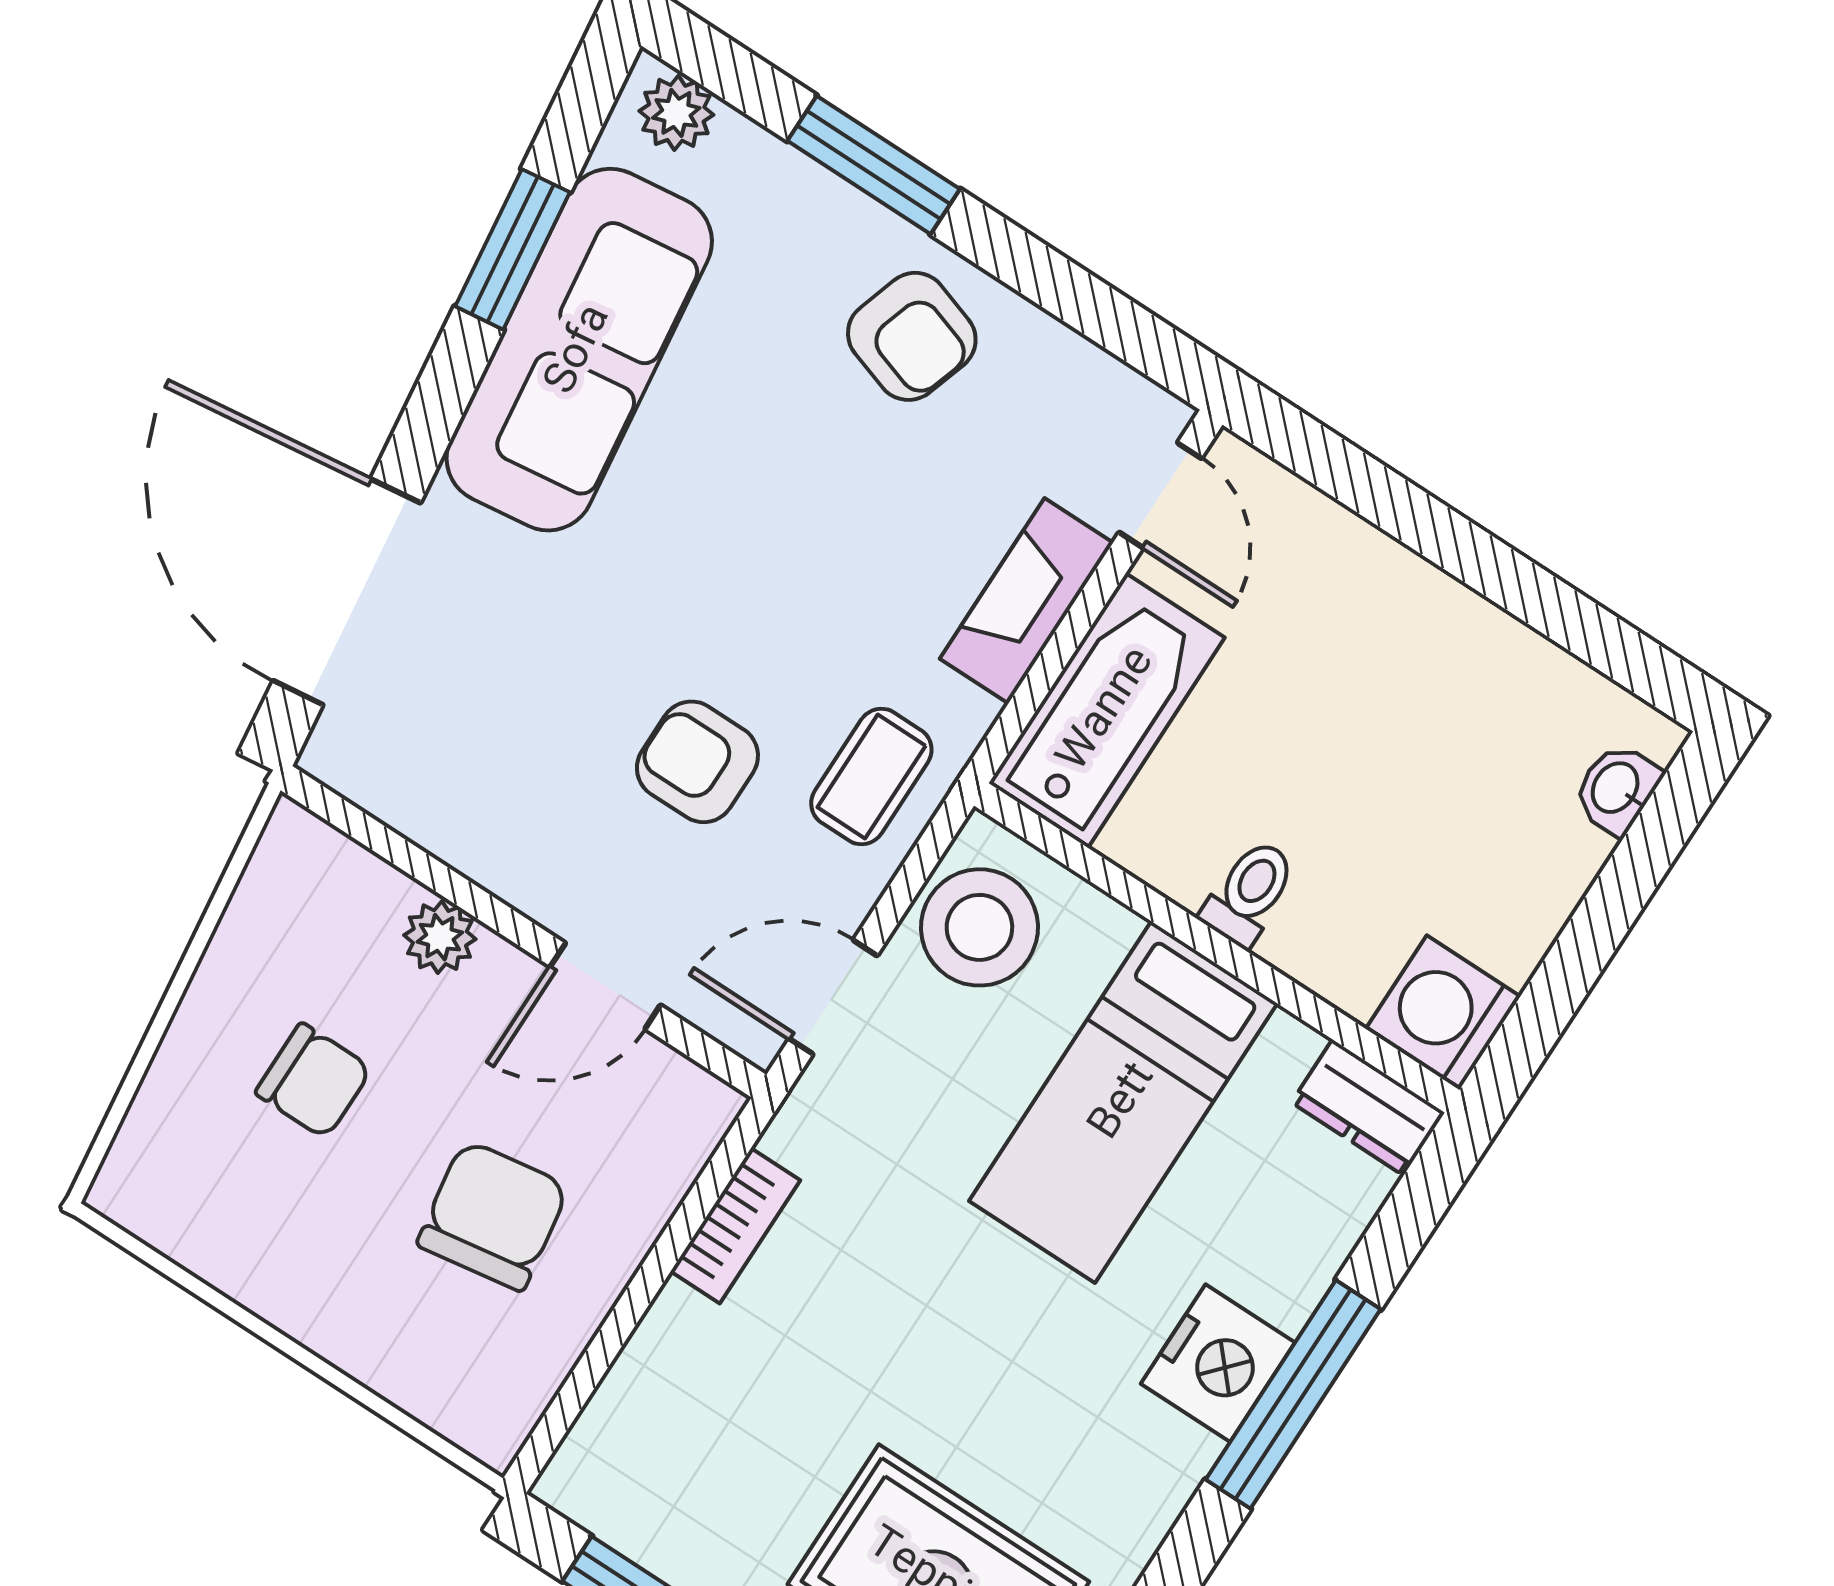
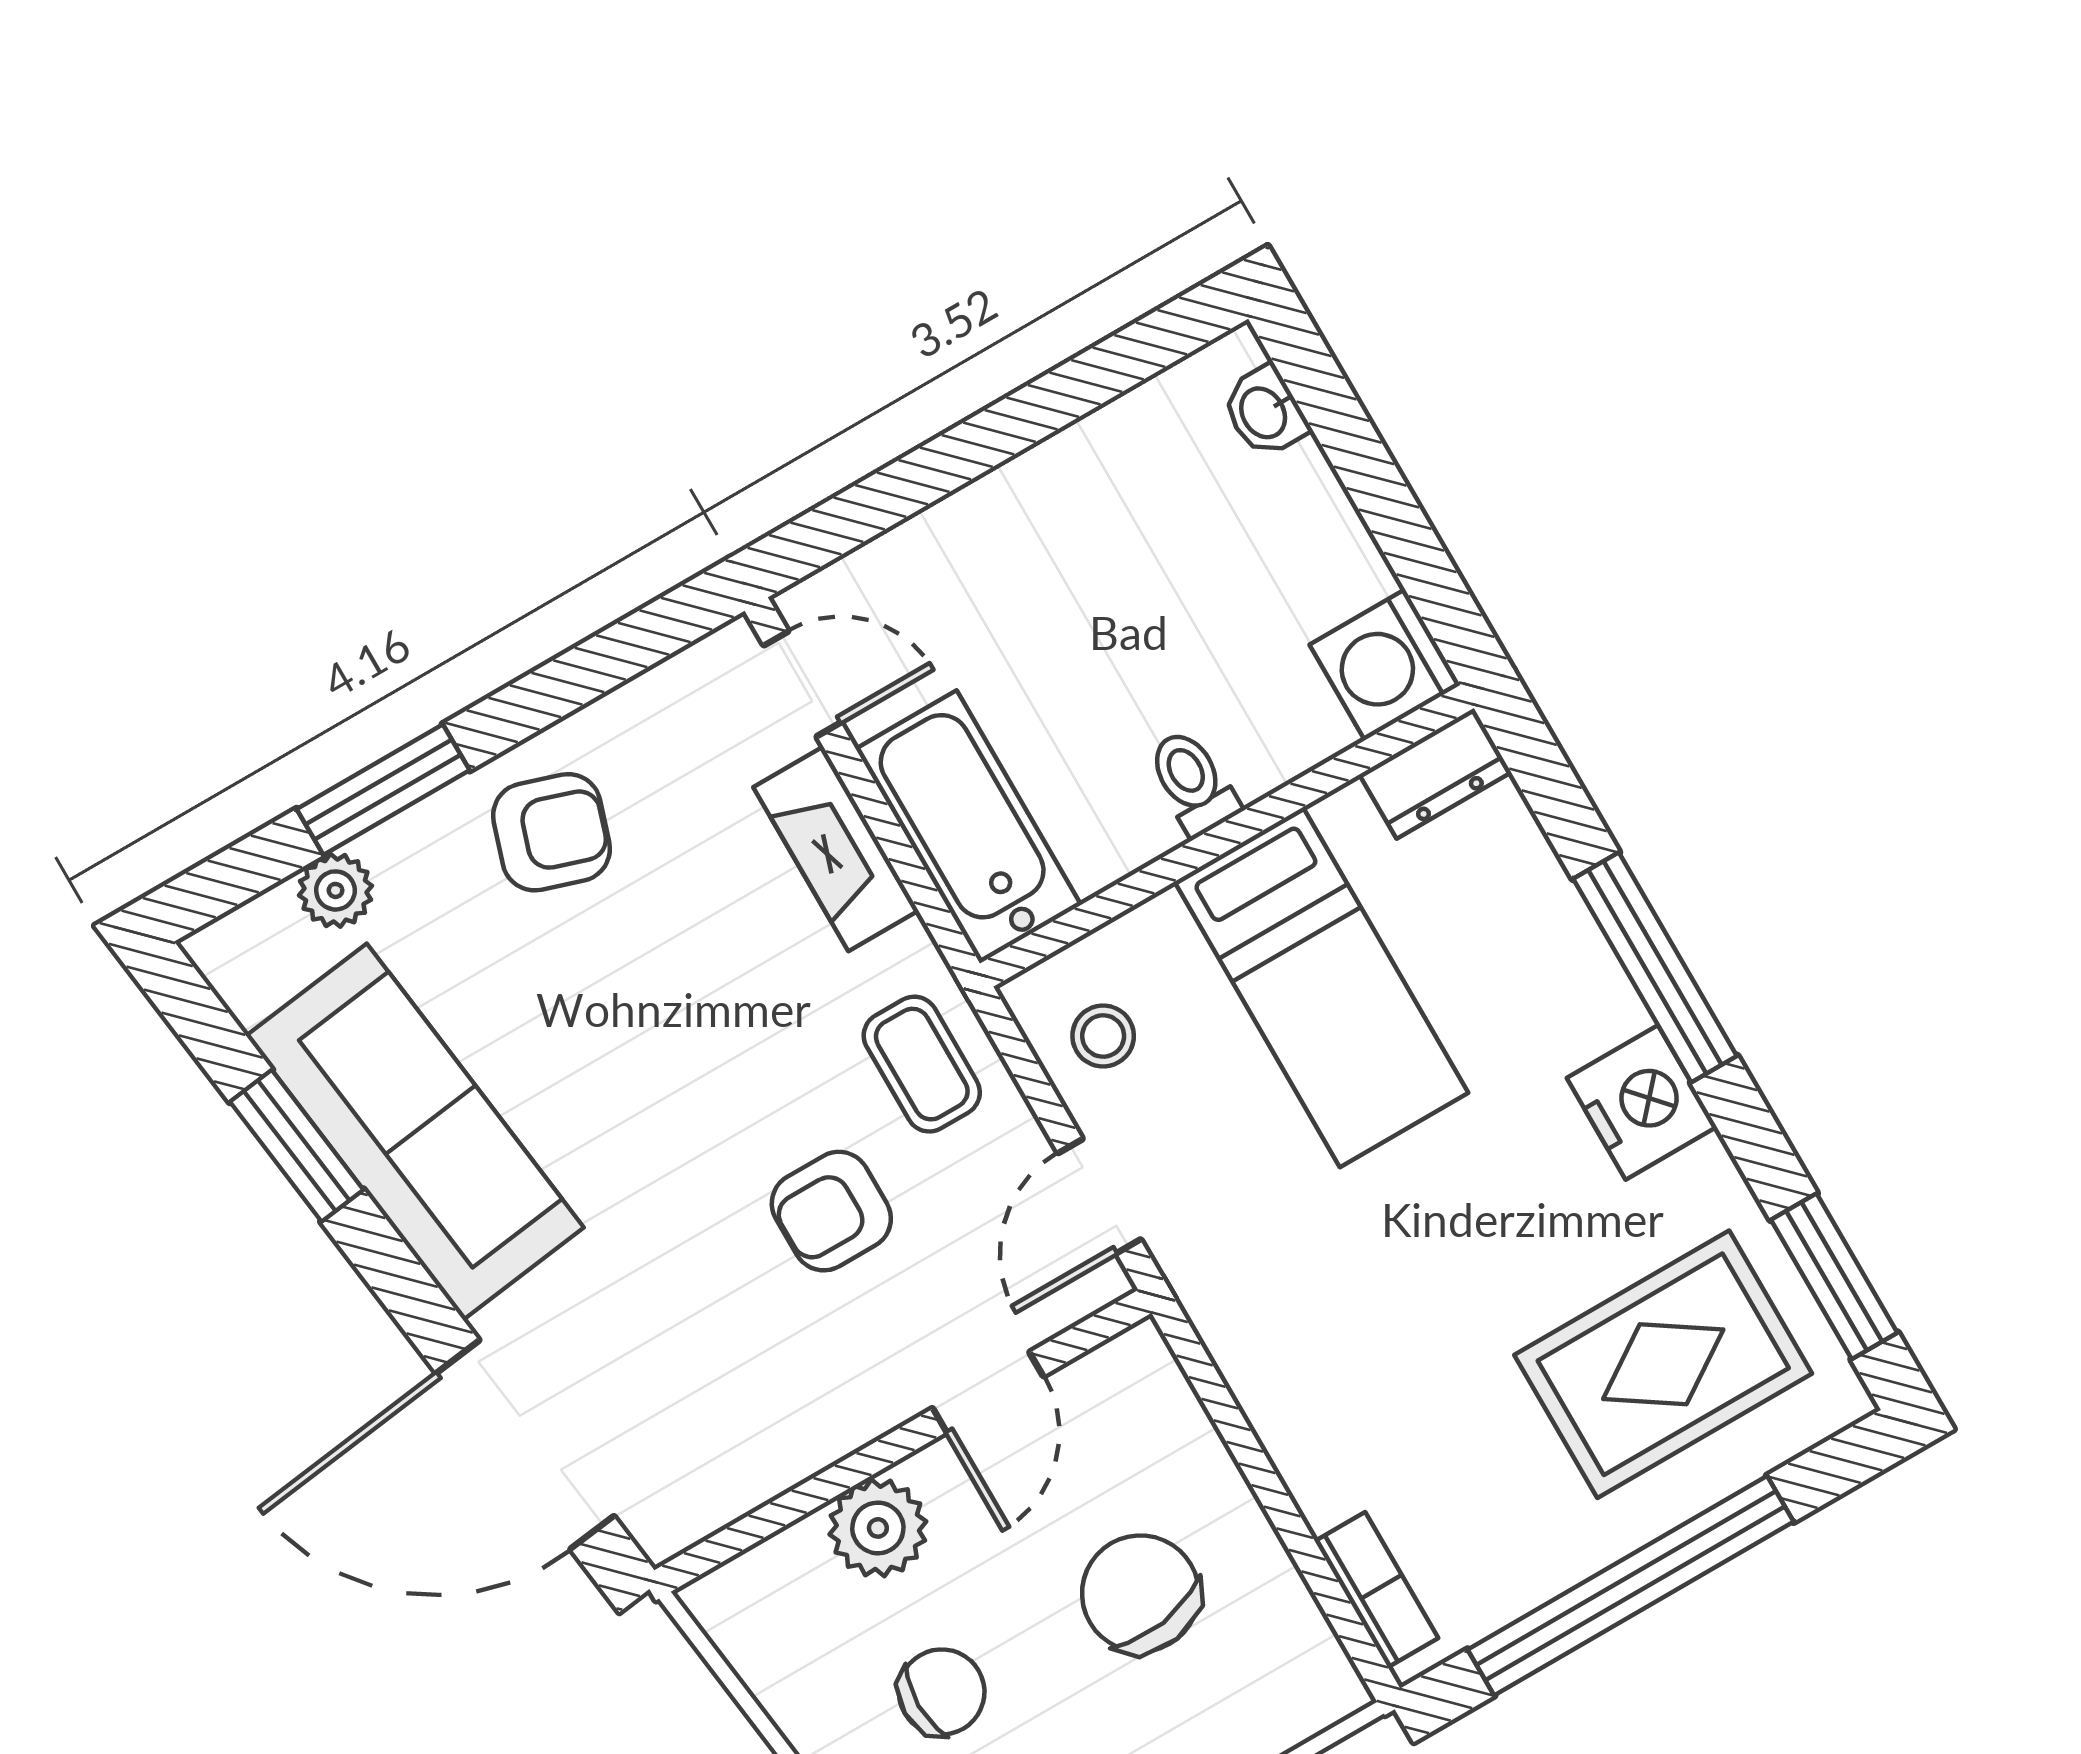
plant: (676, 113) -> (336, 890), moved
stool: (979, 927) -> (1103, 1036), width x0.53, depth x0.53
plant: (440, 937) -> (878, 1528), width x1.38, depth x1.38
bookcase: (735, 1226) -> (1376, 1590), moved
nightstand: (1218, 1363) -> (1642, 1102), moved

